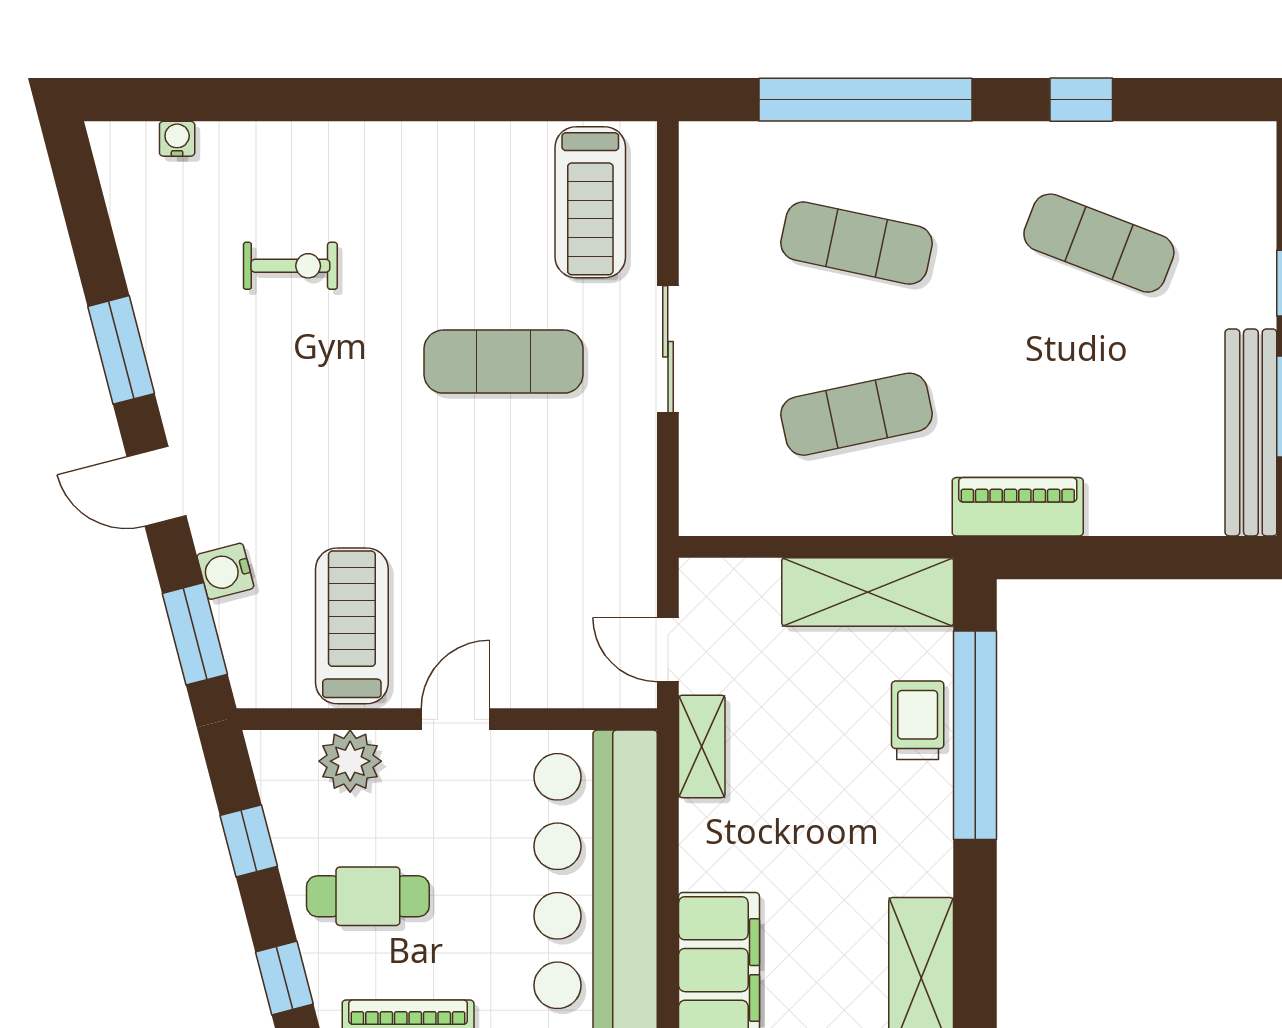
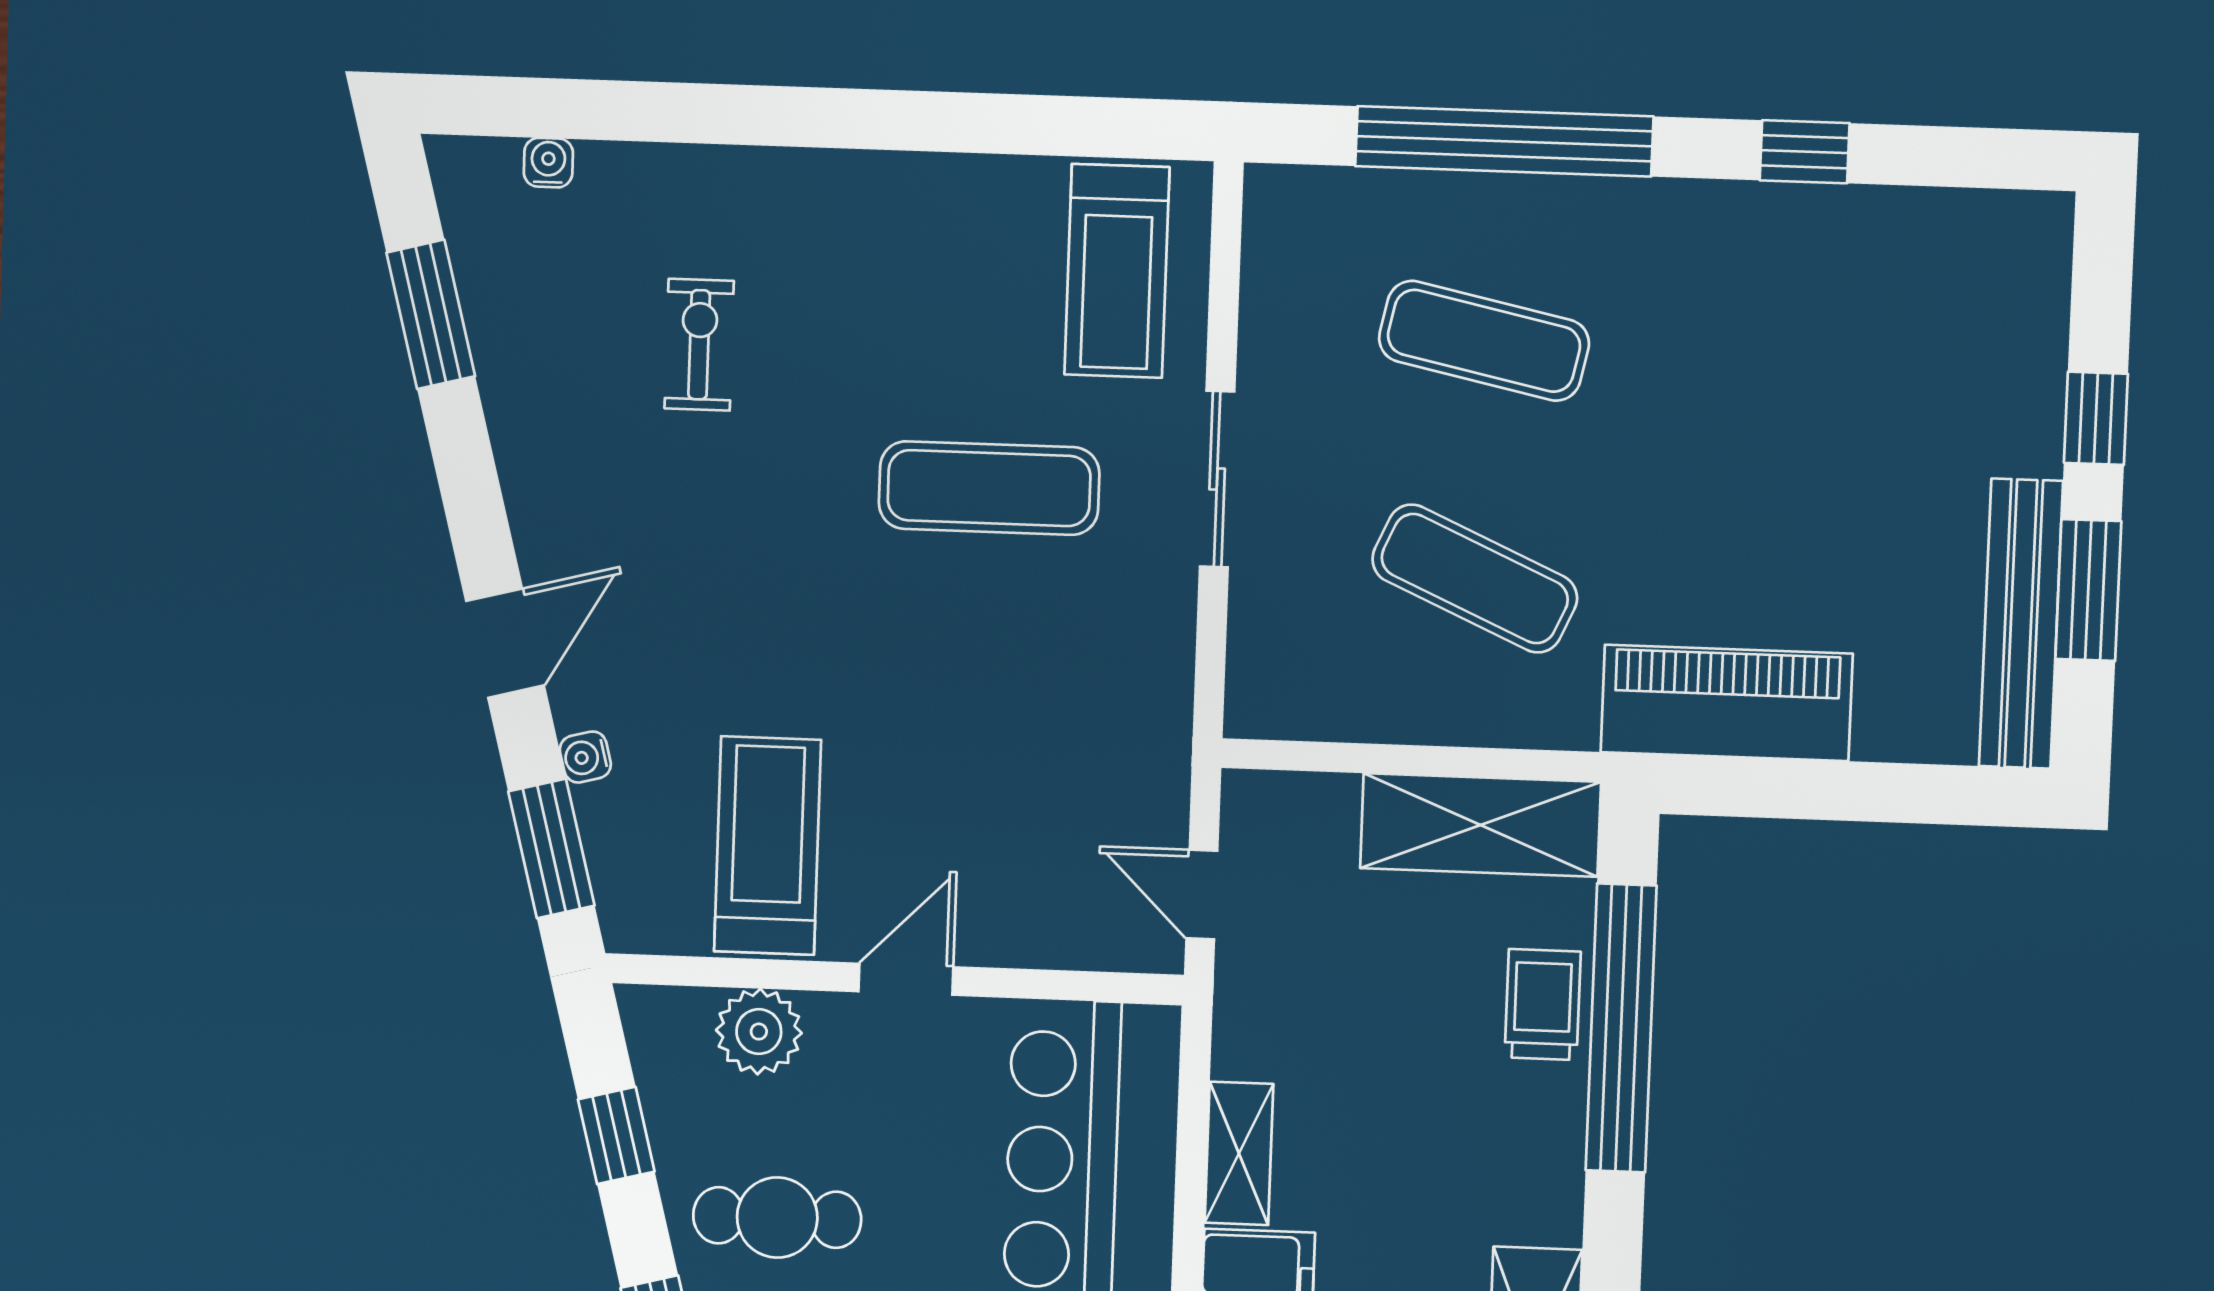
exercise mat: (1099, 243) -> (1821, 353), removed
exercise bike: (290, 266) -> (699, 345), turned -90
window: (121, 350) -> (431, 314), moved
exercise mat: (857, 414) -> (1475, 579), turned 36
door: (157, 486) -> (505, 643), swing flipped
piano: (1018, 507) -> (1727, 703), width x1.37, depth x1.33
water cooler: (225, 571) -> (585, 757), width x0.72, depth x0.72
shelving: (702, 746) -> (1239, 1153), moved

